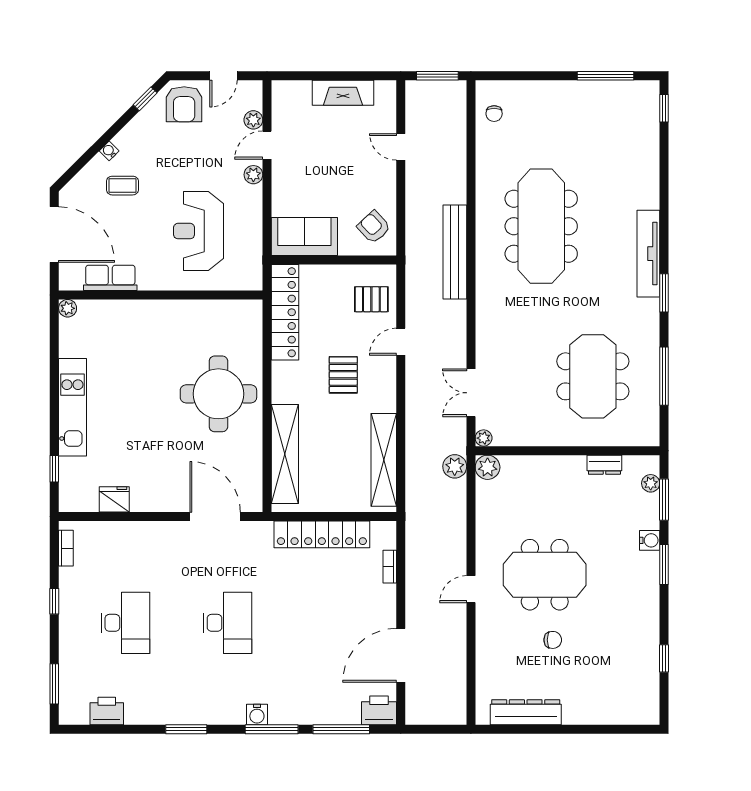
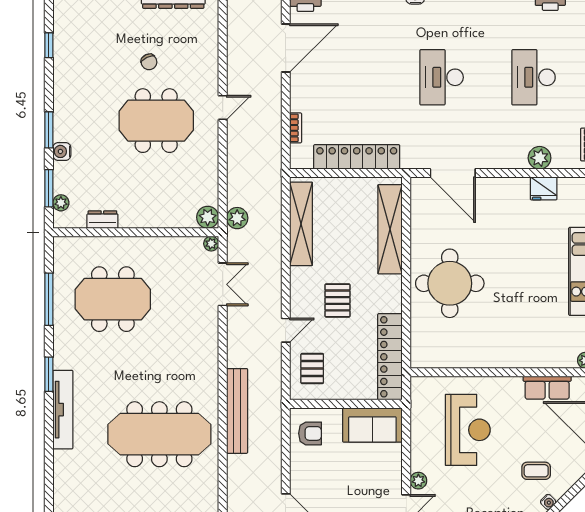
meeting table: (541, 226) -> (159, 434), turned 90
armchair: (374, 227) -> (310, 433), turned -47
pallet: (371, 299) -> (312, 368), turned 90
meeting table: (593, 376) -> (113, 299), turned 90
plant: (119, 533) -> (540, 158), added
chair: (553, 640) -> (149, 62), turned -115

